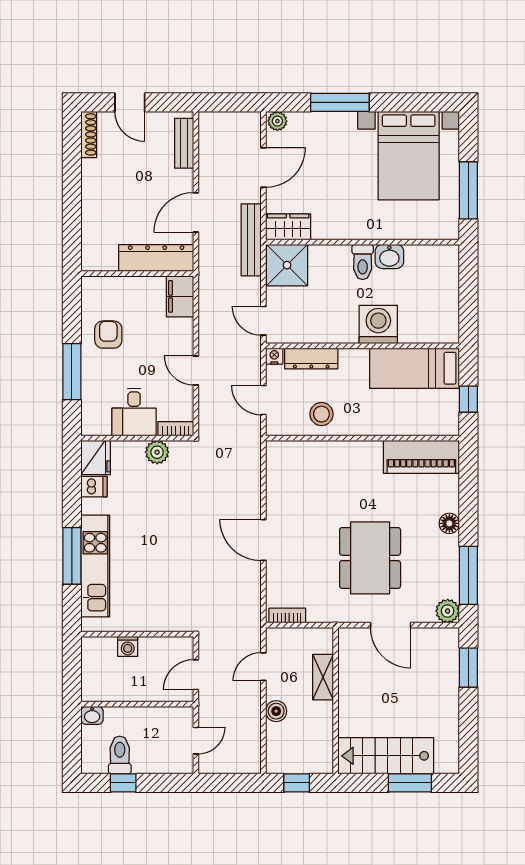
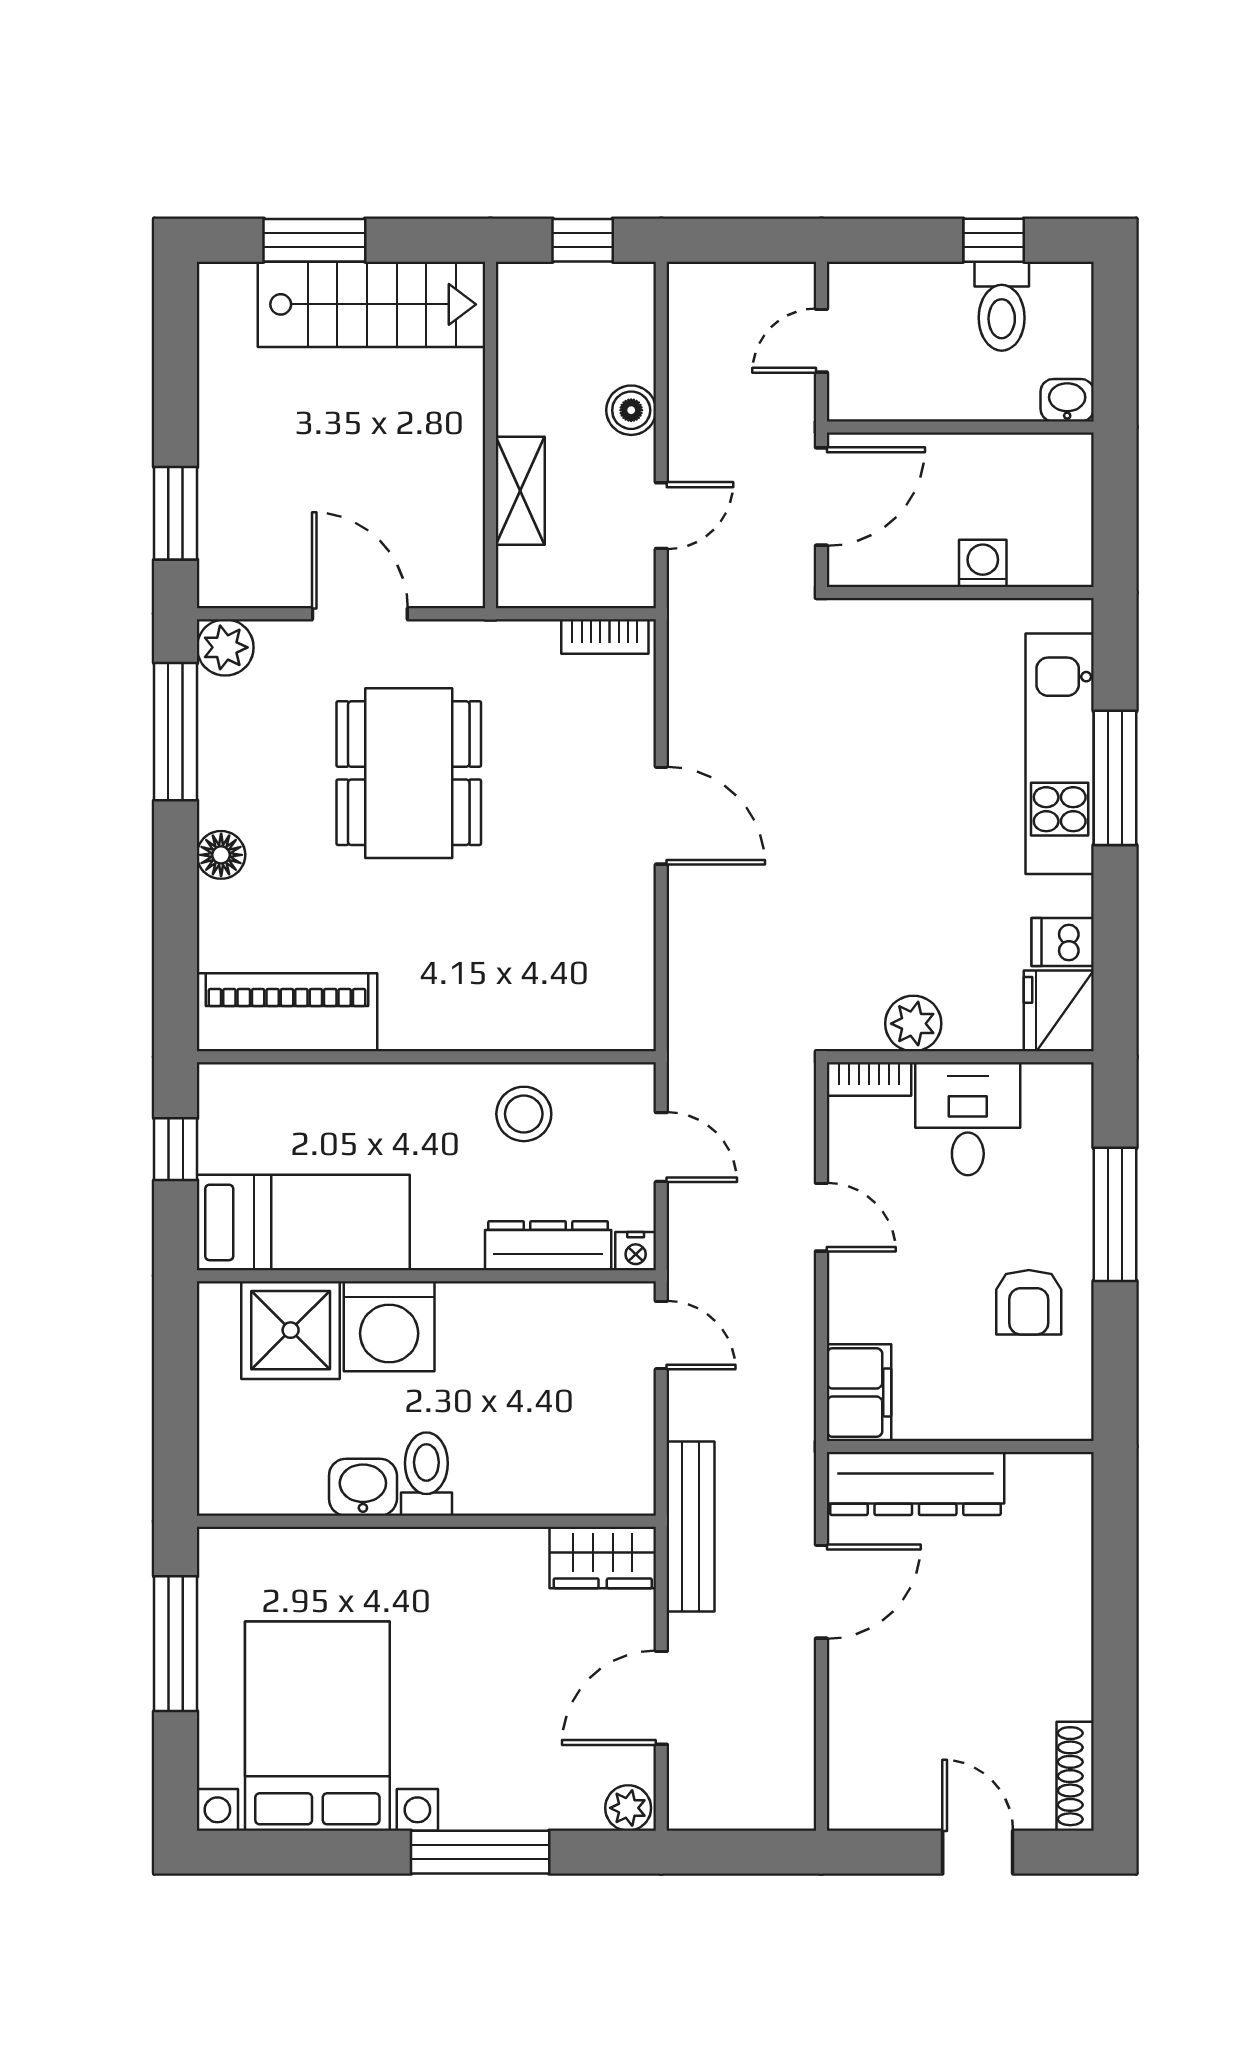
bench: (184, 143) -> (849, 1755), removed
shower: (287, 265) -> (291, 1330), moved
door: (196, 675) -> (821, 497), width x1.38

